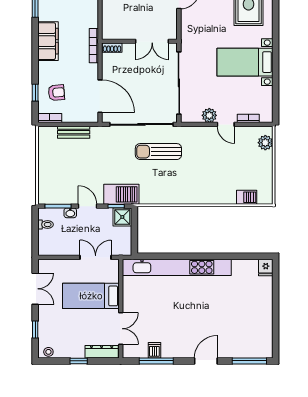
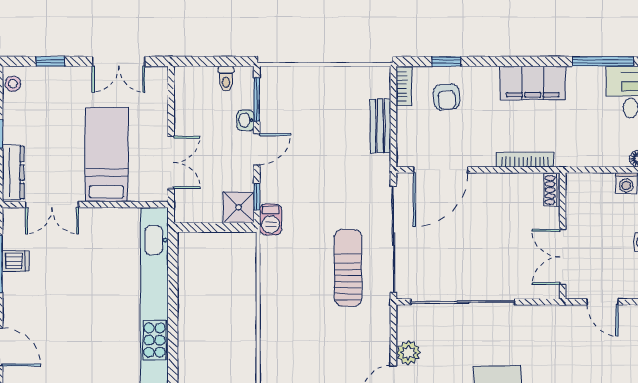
wall: (139, 41) -> (563, 236), moved
double door: (152, 41) -> (563, 257), moved
shoe rack: (112, 48) -> (552, 190), moved
barbecue: (121, 194) -> (271, 219), width x0.53, depth x0.65

